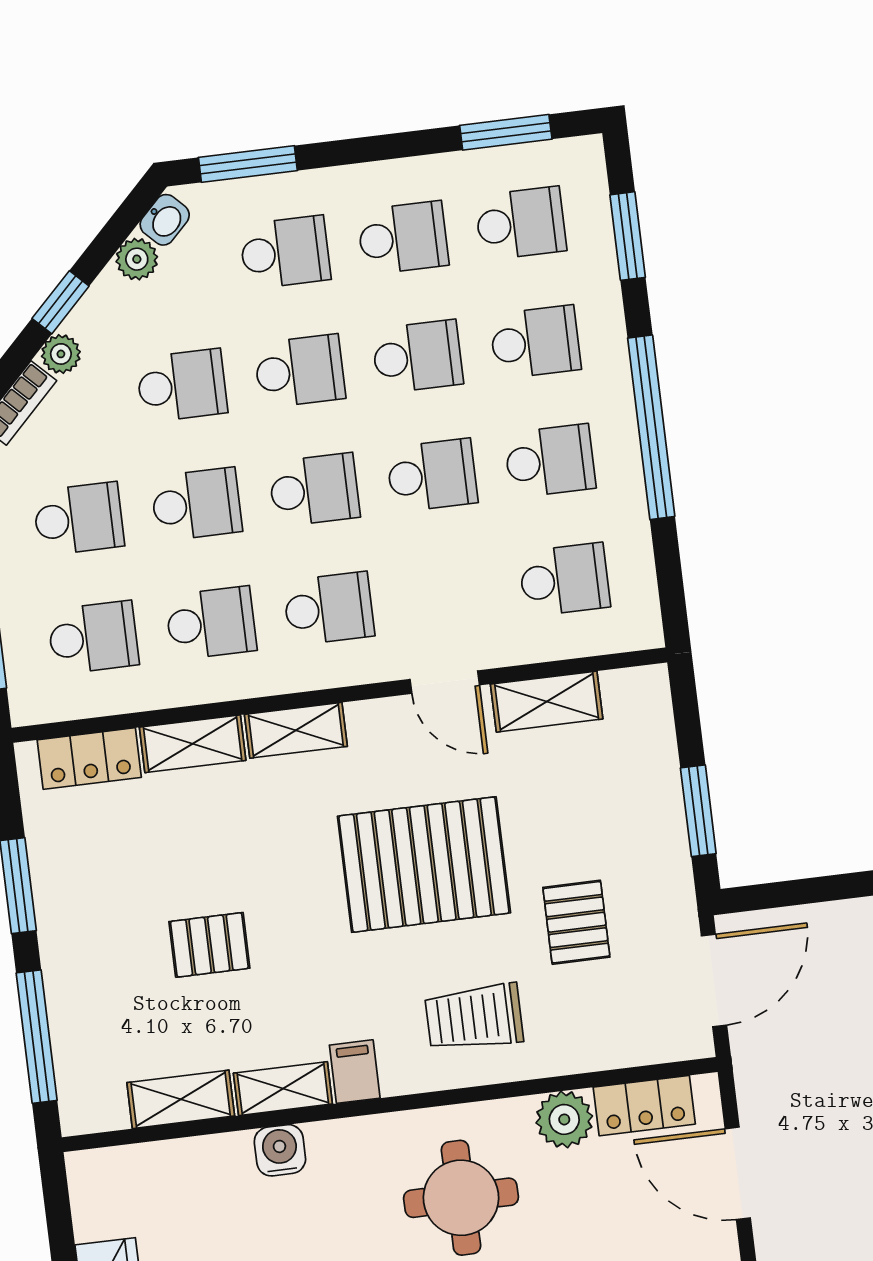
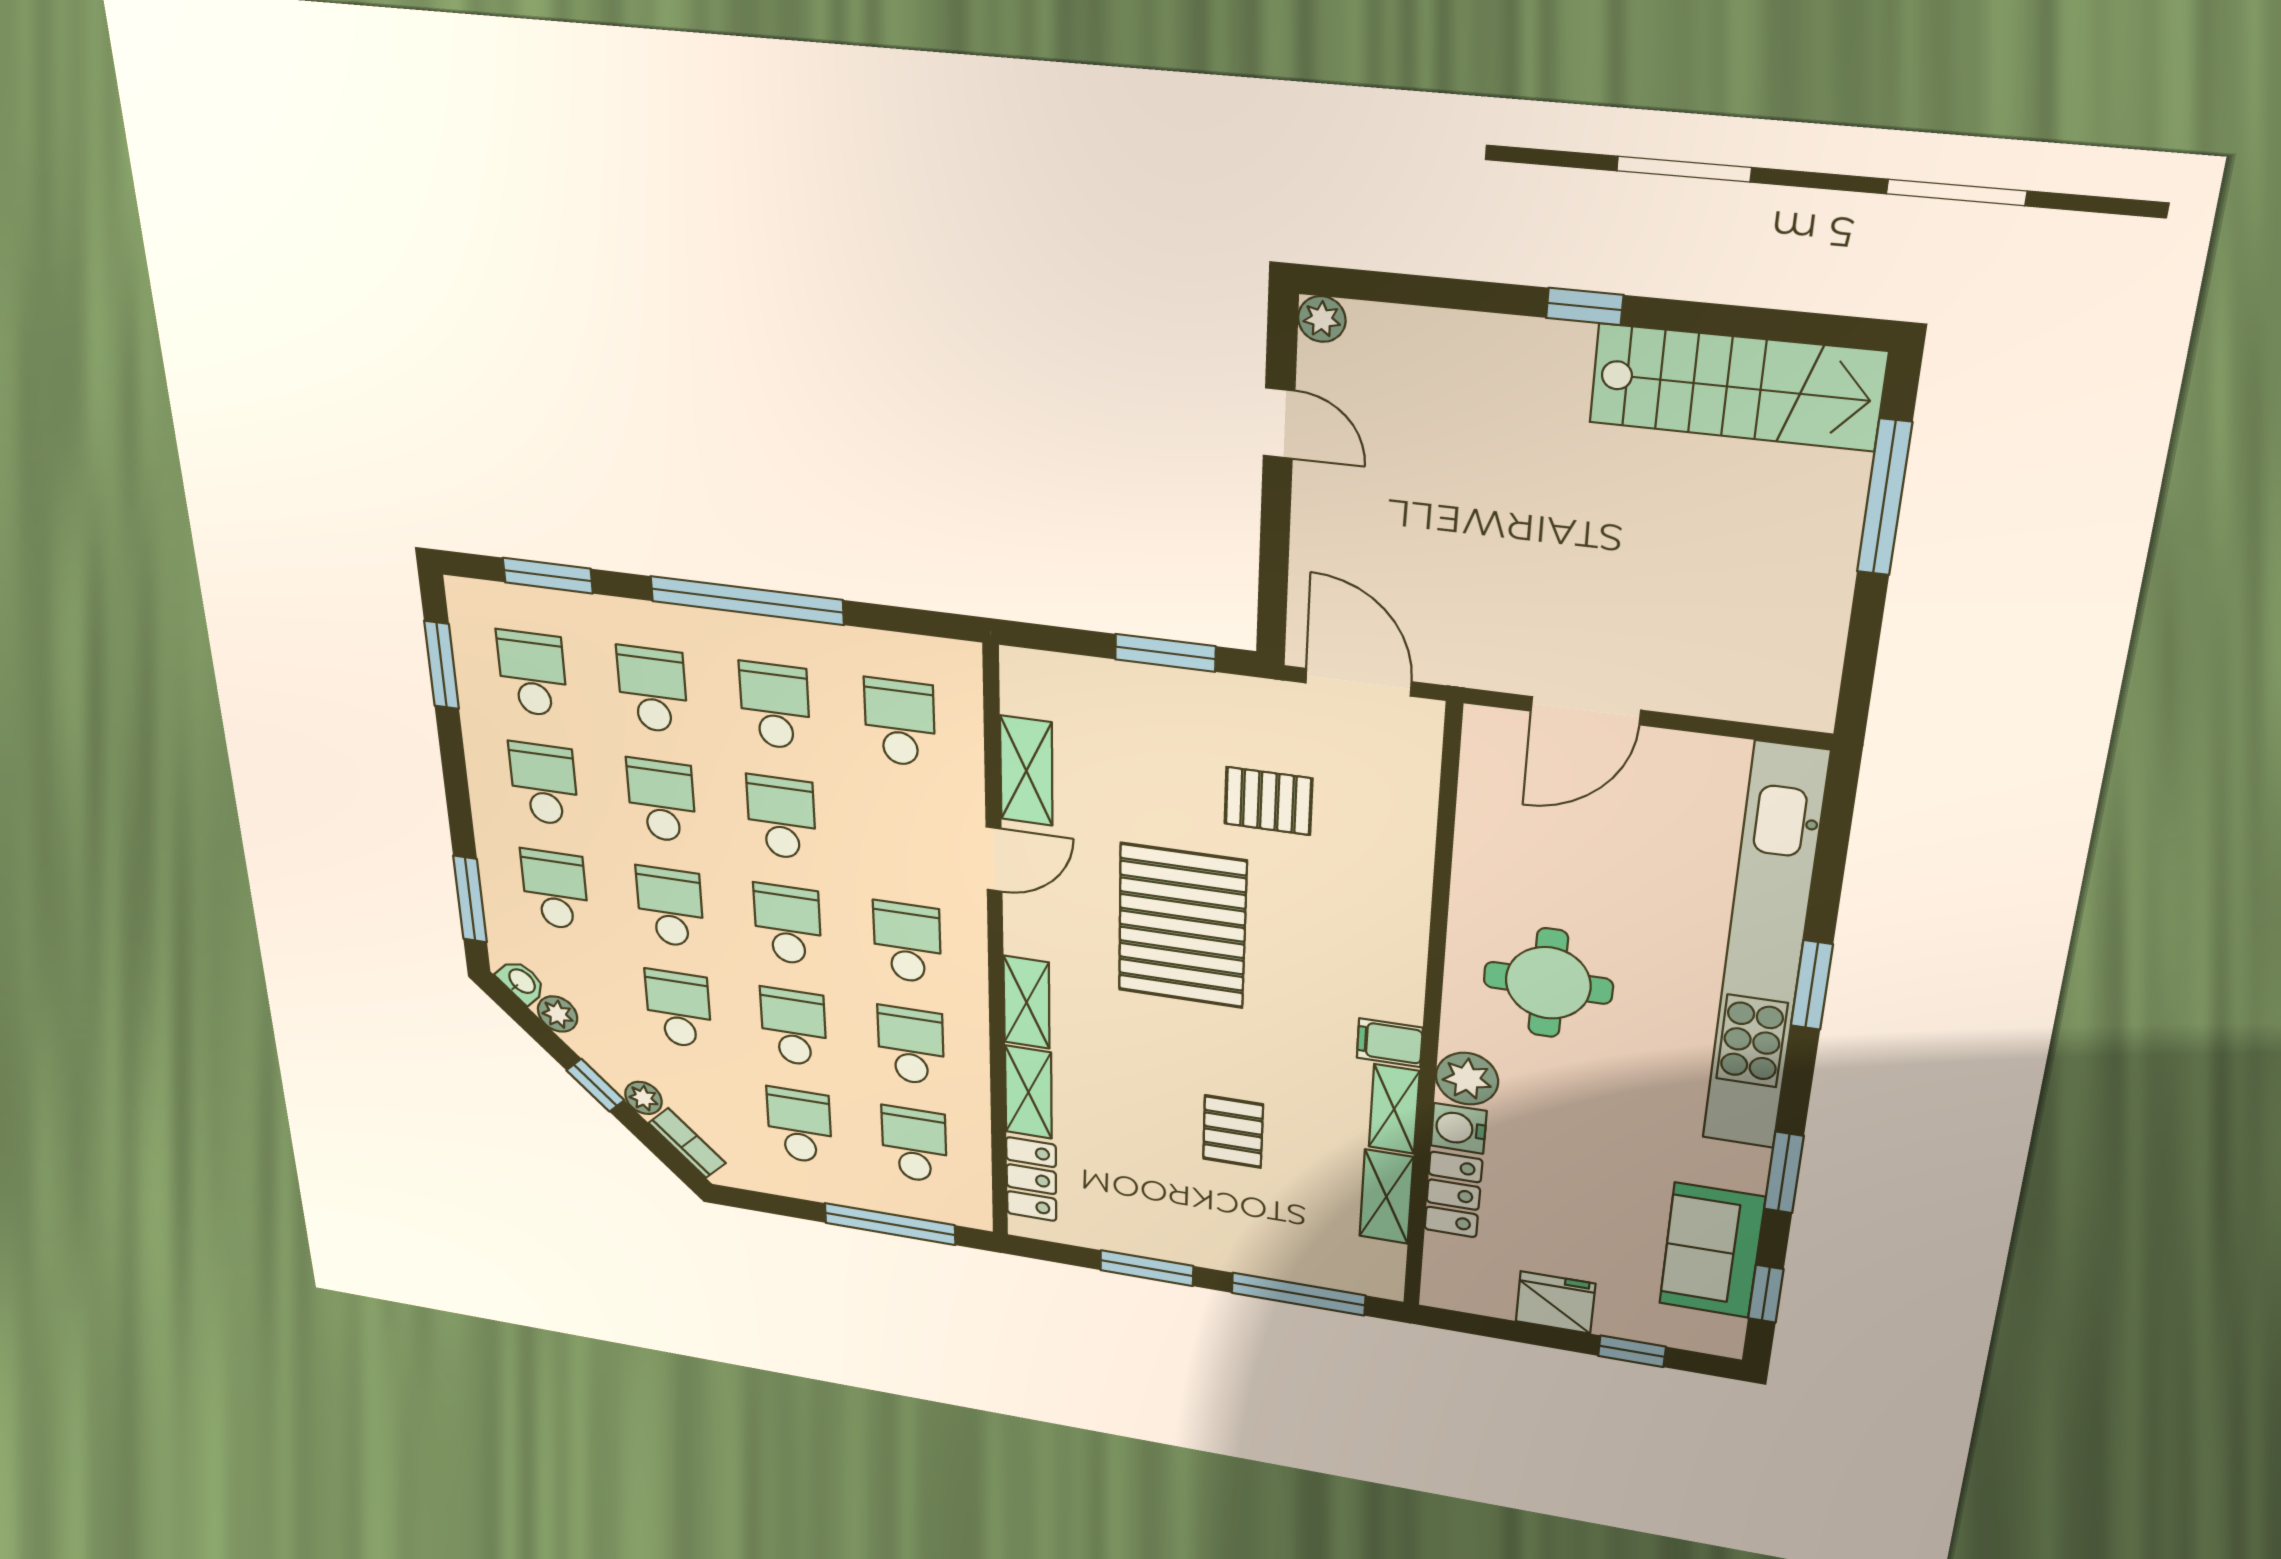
trolley: (474, 1017) -> (1354, 922), removed
locker: (644, 1106) -> (1453, 1195), moved
plant: (564, 1119) -> (1467, 1079), moved

